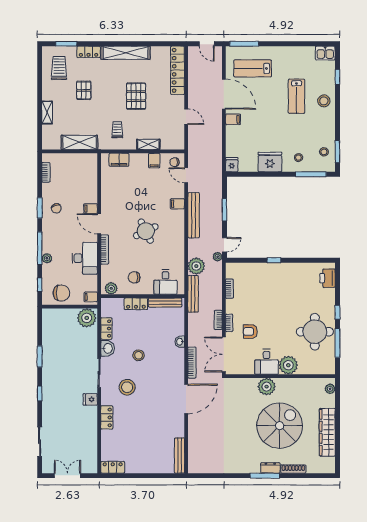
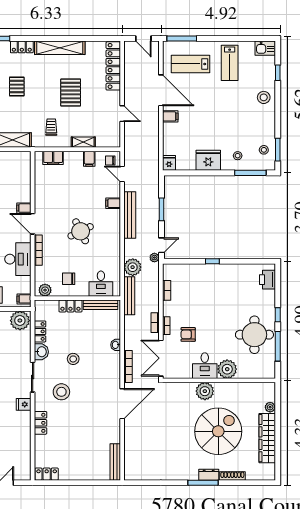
lab bench: (296, 96) -> (230, 63), moved
plant: (330, 389) -> (270, 407), moved

